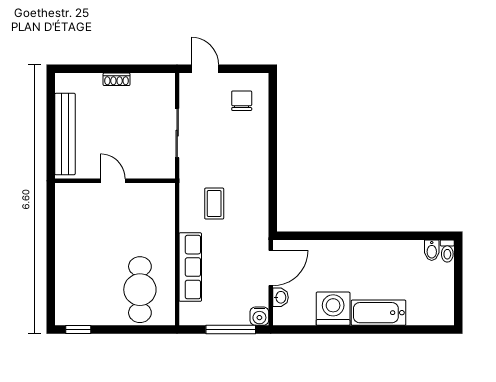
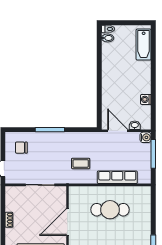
window: (273, 150) -> (50, 130), added
door: (113, 181) -> (68, 222), width x1.87
cafe table: (140, 290) -> (110, 210), moved
washing machine: (333, 309) -> (146, 99), width x0.53, depth x0.53
bathtub: (379, 313) -> (144, 45), moved

